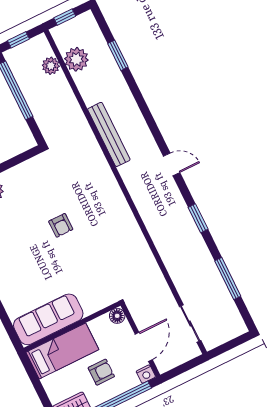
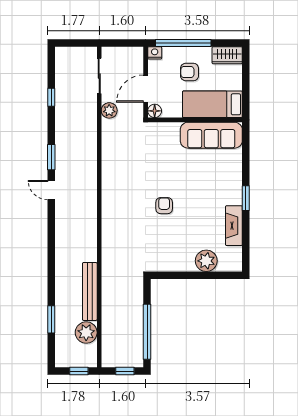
plant: (51, 66) -> (109, 110), moved
bench: (109, 134) -> (90, 291), moved
door: (172, 164) -> (51, 190), moved
window: (228, 278) -> (51, 97), width x0.46
door: (144, 347) -> (146, 89), moved

